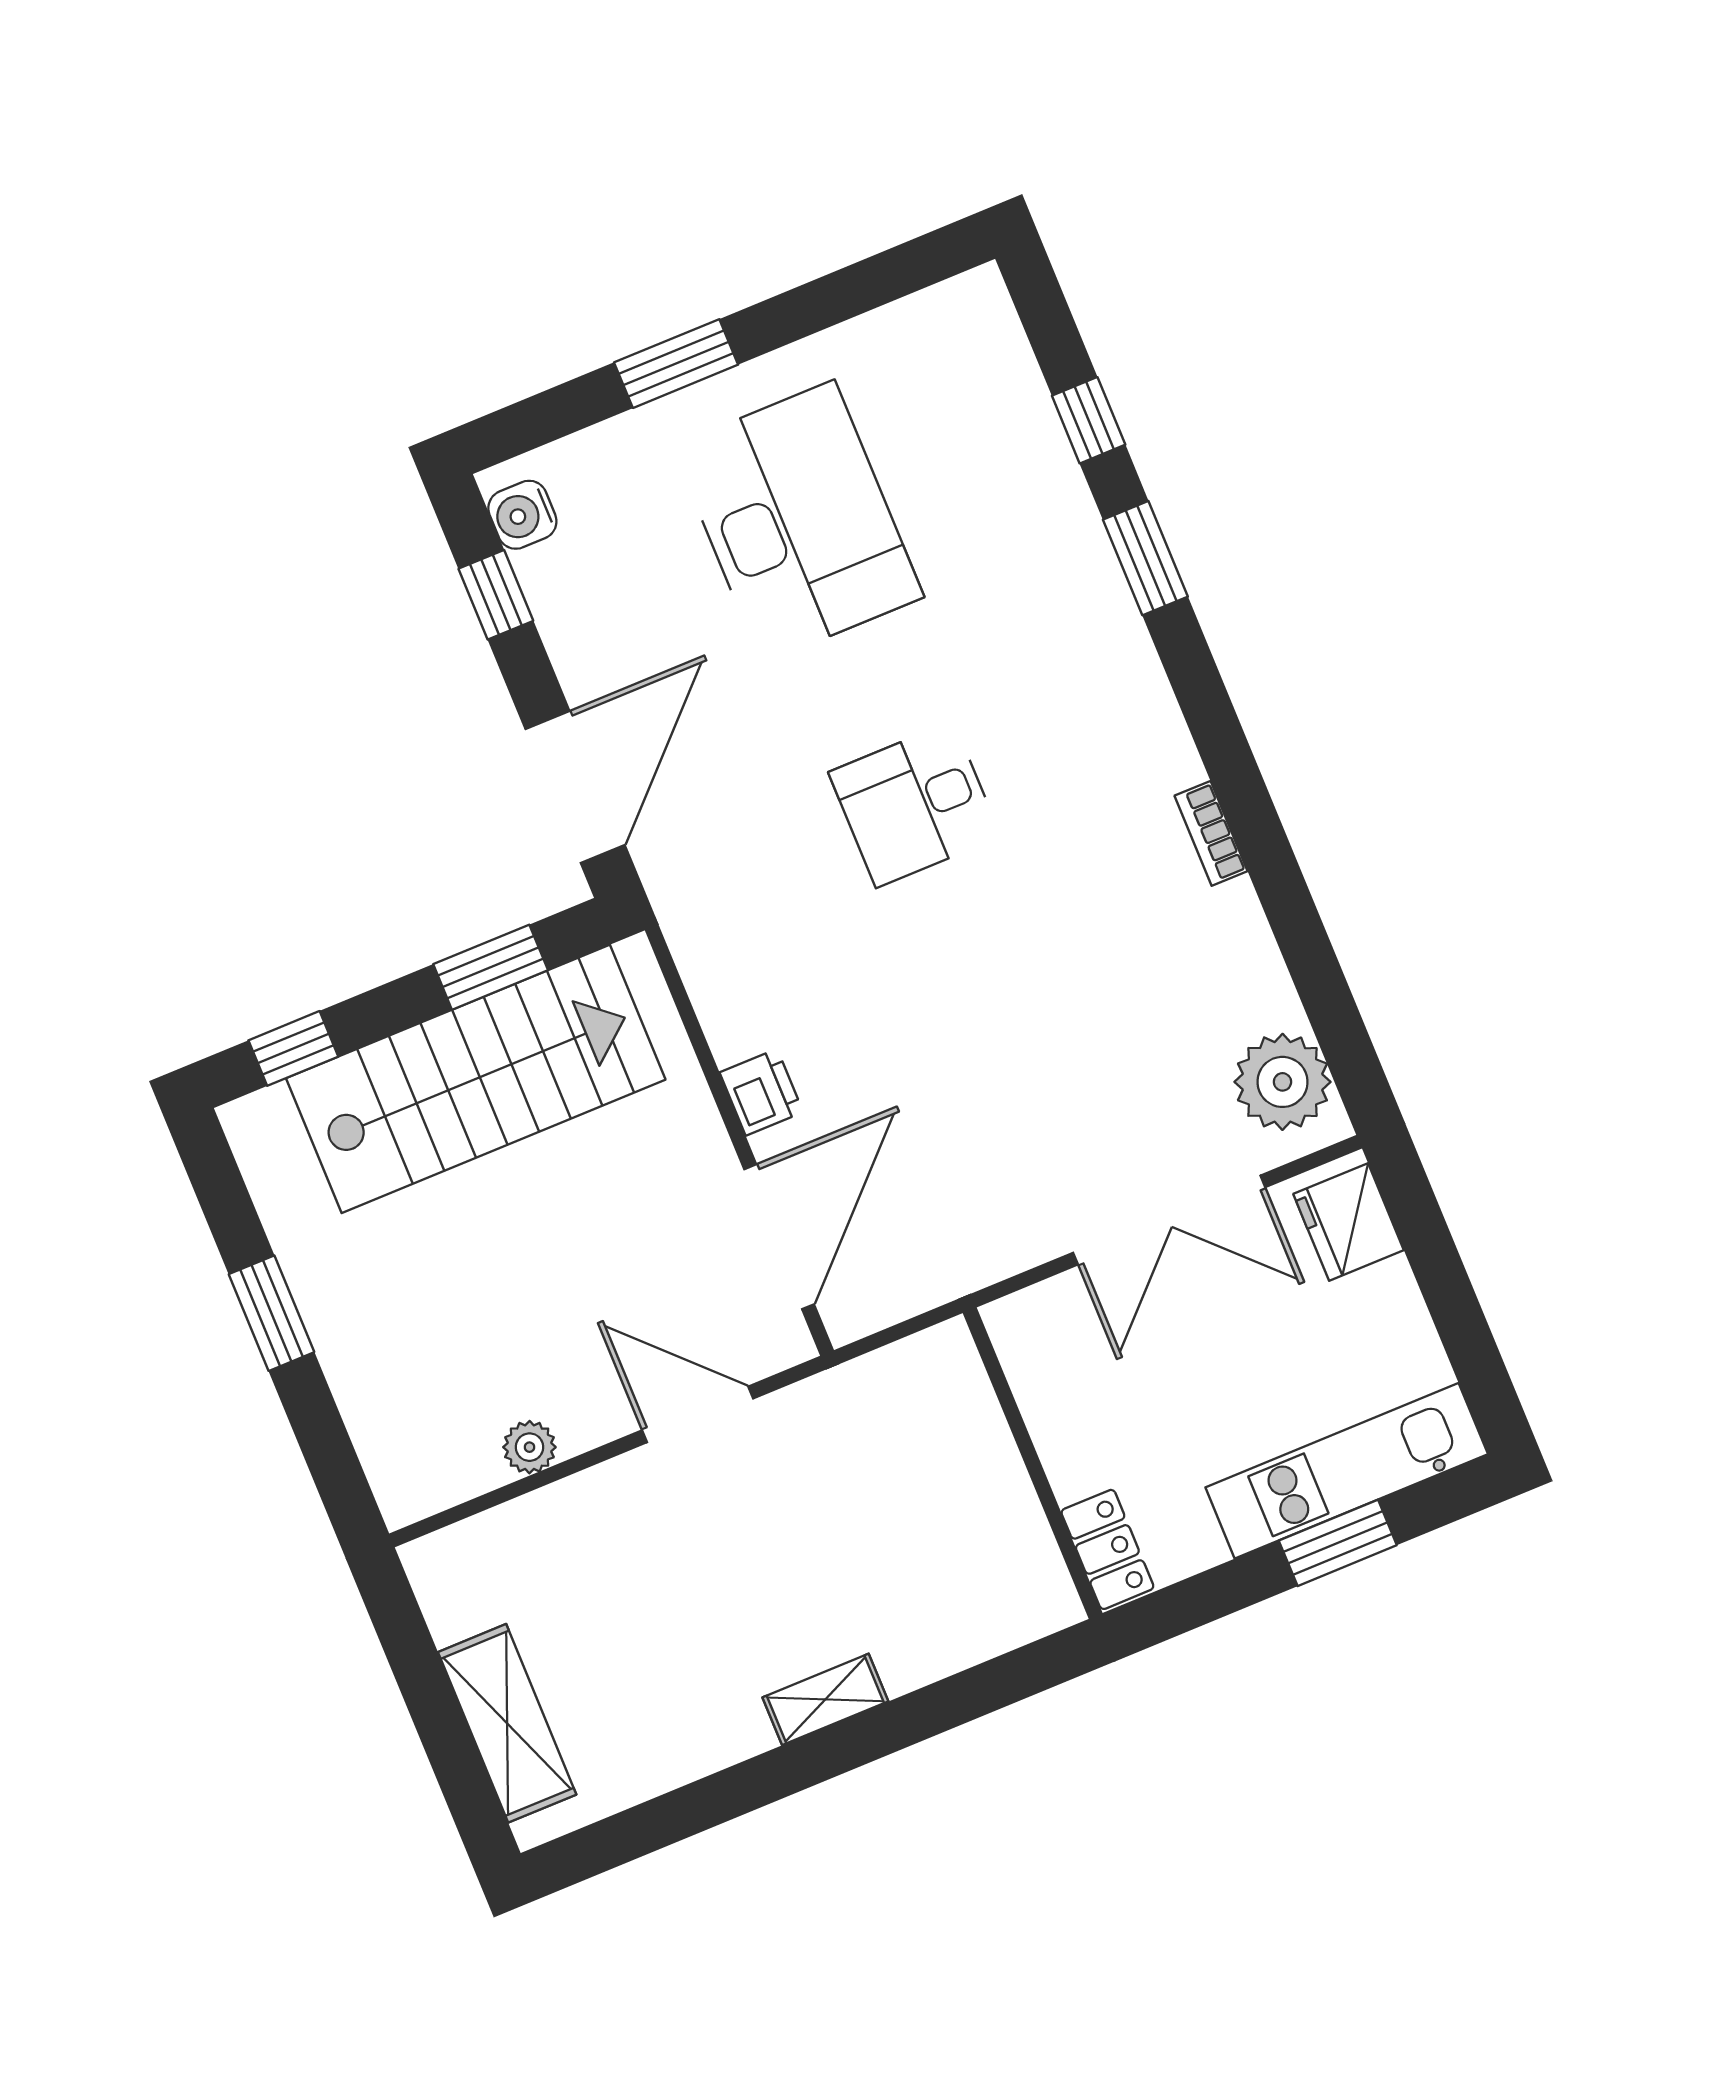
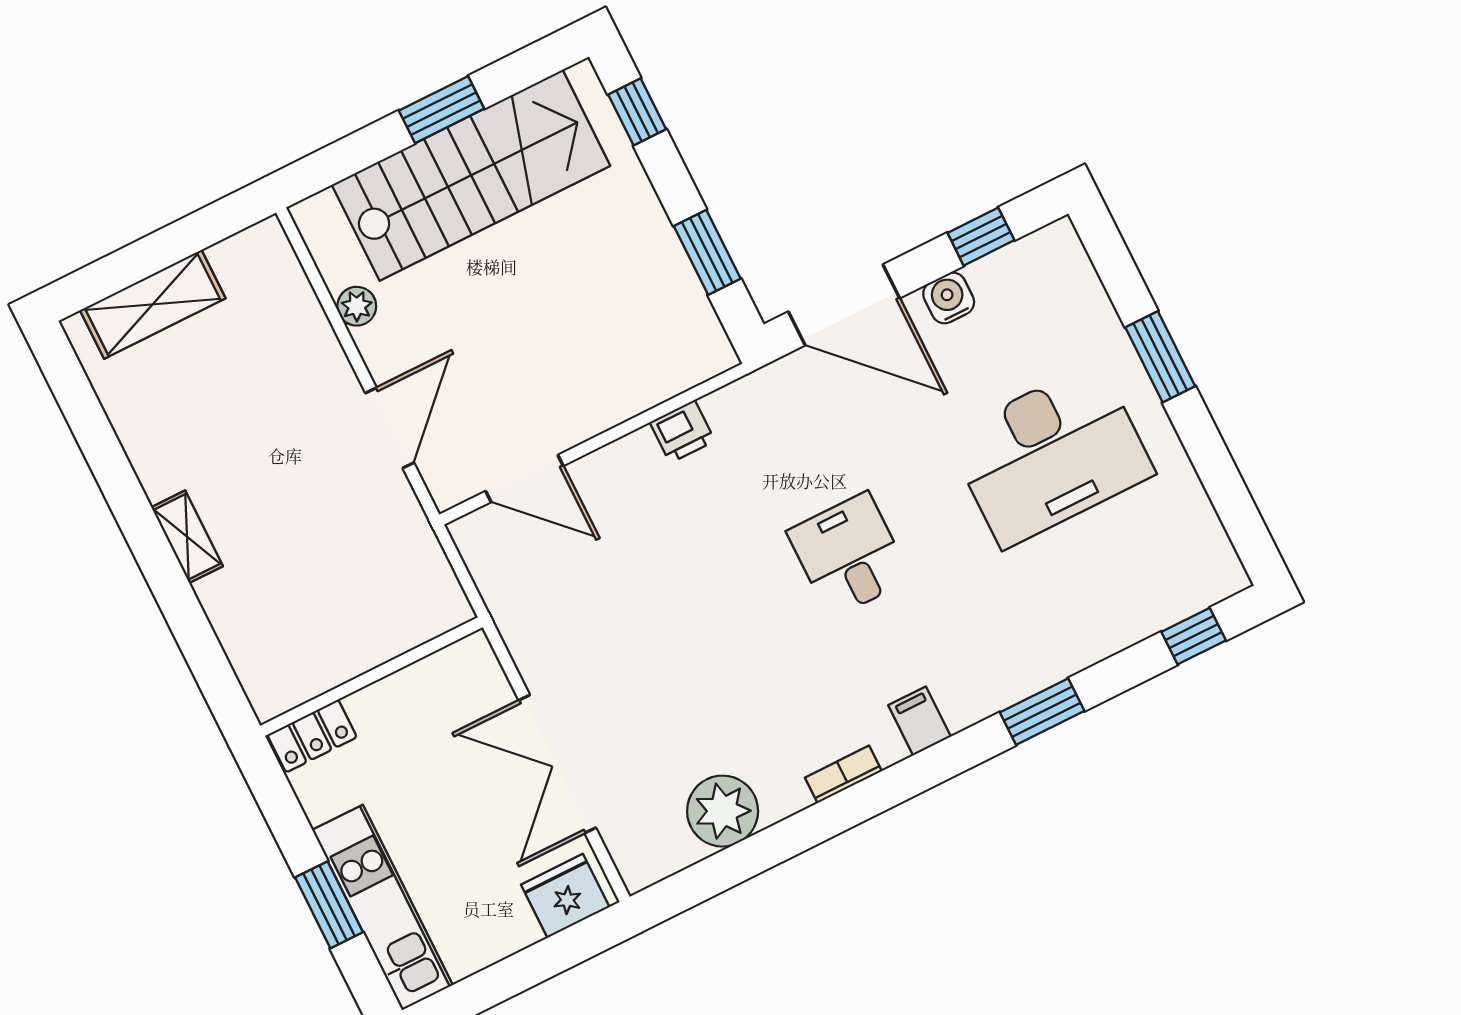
window: (1089, 420) -> (1194, 636), moved
water cooler: (522, 515) -> (949, 298), moved
filing cabinet: (1146, 725) -> (920, 721), added
stairs: (476, 1079) -> (471, 175), moved, turned -90
plant: (1282, 1082) -> (723, 811), moved
printer: (761, 1092) -> (682, 432), moved
door: (779, 1237) -> (524, 478), width x0.73

